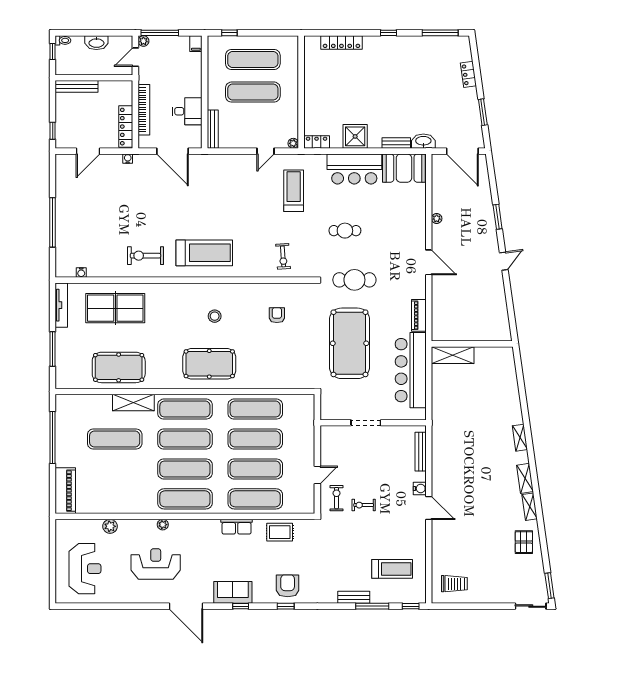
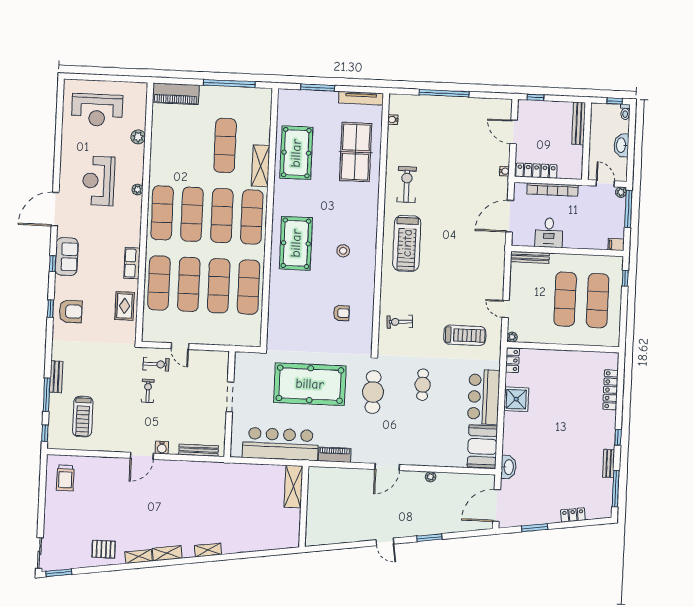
bench: (396, 143) -> (609, 464), moved
reception desk: (156, 564) -> (98, 181), turned 180

